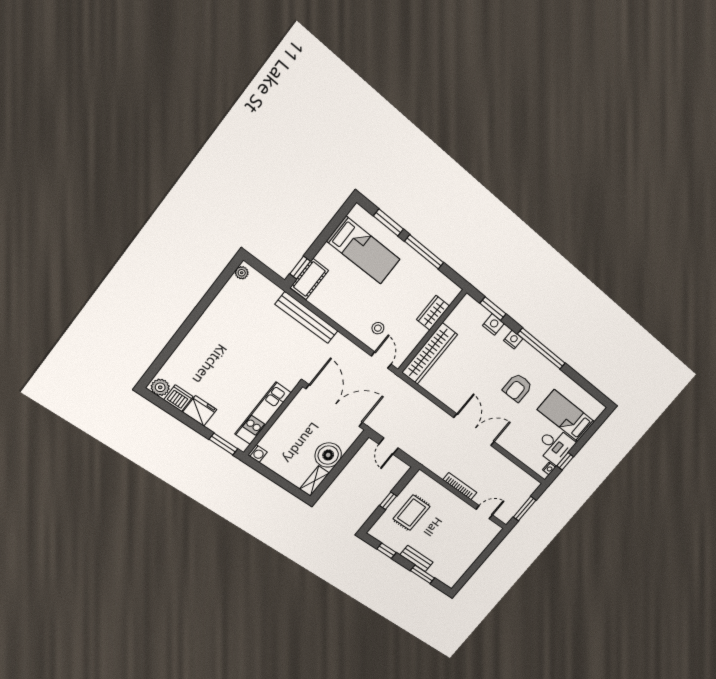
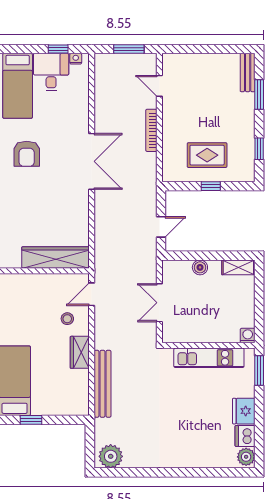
window: (300, 268) -> (31, 420), moved
plant: (242, 273) -> (111, 456), width x1.88, depth x1.88
cot: (309, 279) -> (70, 406), removed
wardrobe: (433, 313) -> (80, 352), moved, turned 90
armchair: (517, 388) -> (27, 154), turned 90
double door: (334, 406) -> (159, 303), width x0.54
double door: (474, 430) -> (92, 161), swing flipped
boiler: (328, 455) -> (200, 267), width x0.54, depth x0.54
bench: (416, 559) -> (248, 73), moved

